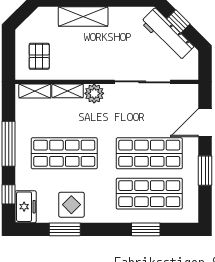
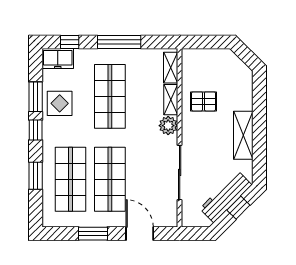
shelving: (83, 16) -> (243, 135), moved
pallet: (39, 56) -> (203, 101), moved
window: (99, 229) -> (36, 130), added

